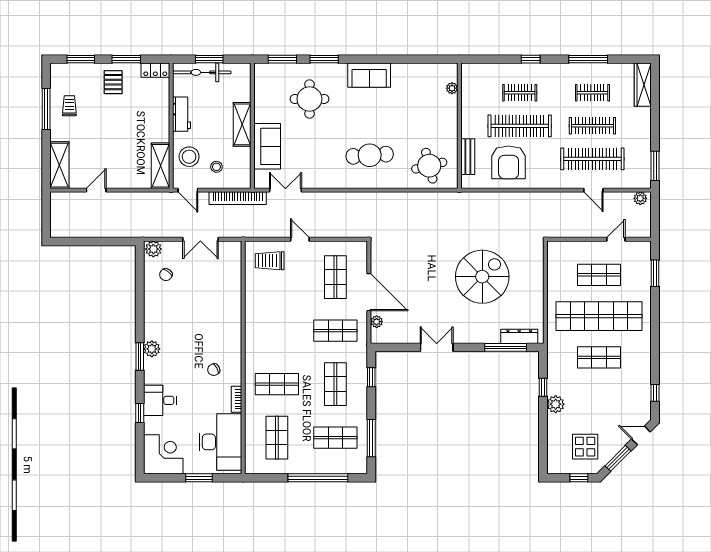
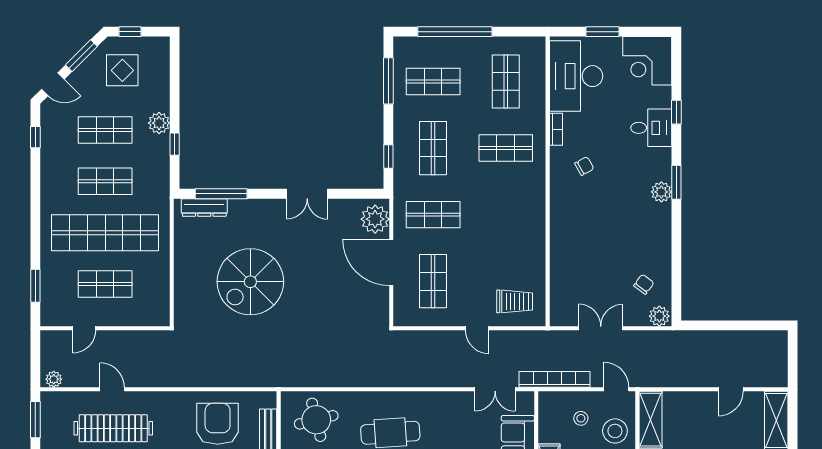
plant: (377, 322) -> (375, 219), width x1.88, depth x1.88
shop shelf: (599, 399) -> (105, 130), added

